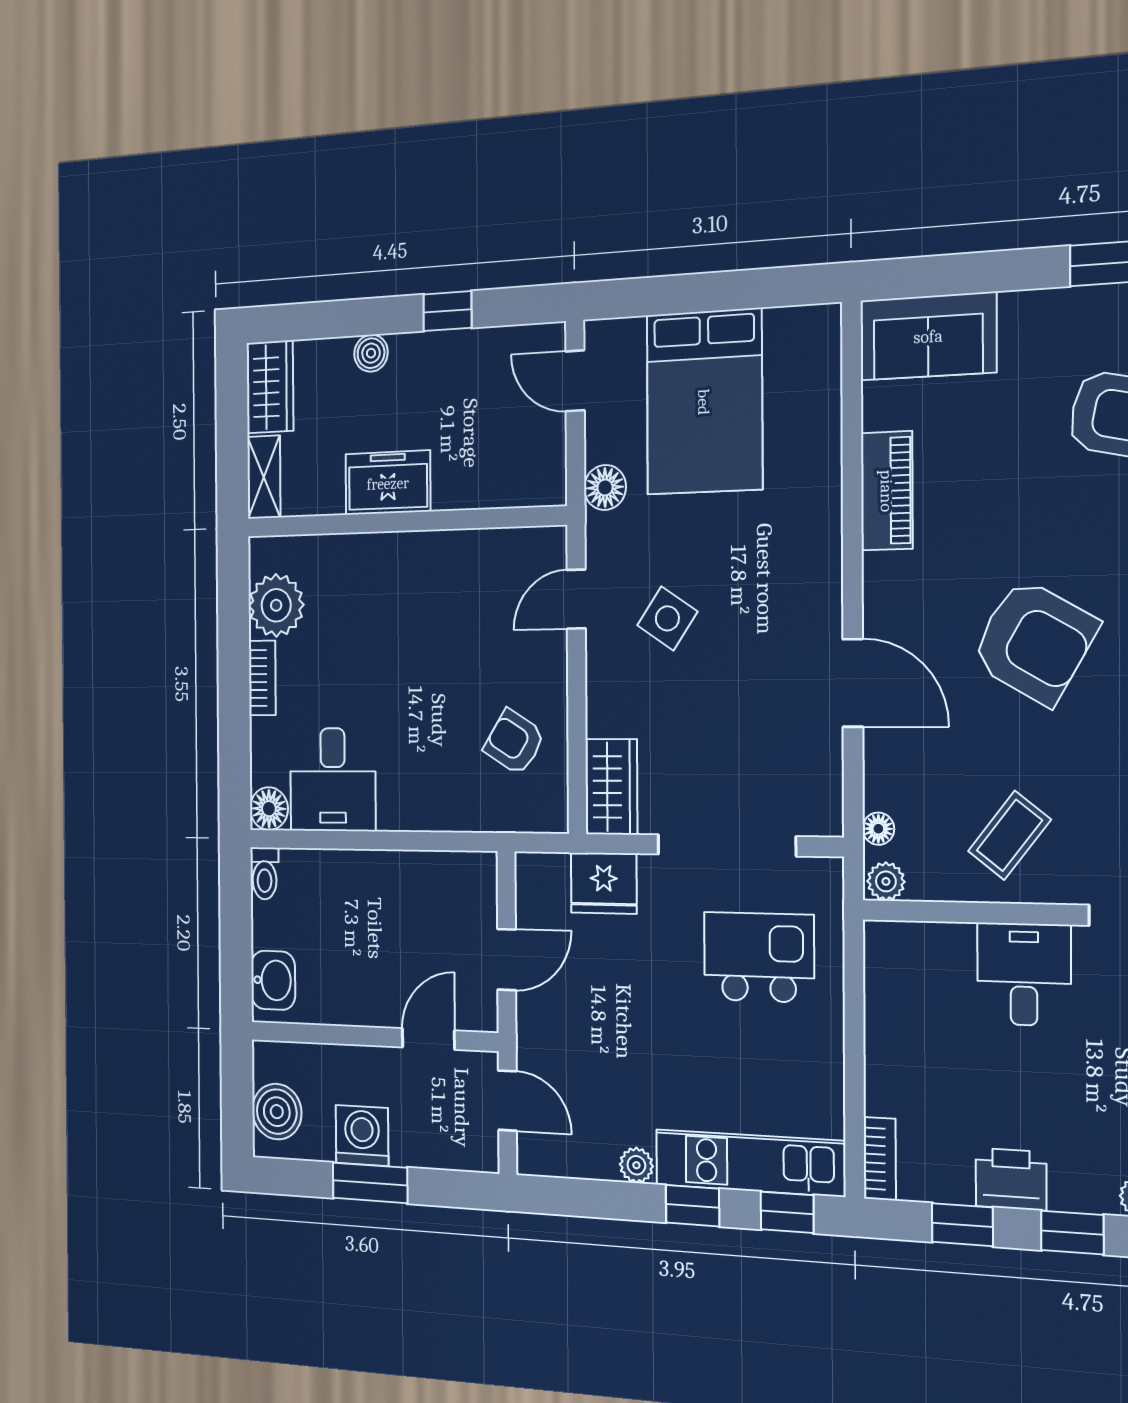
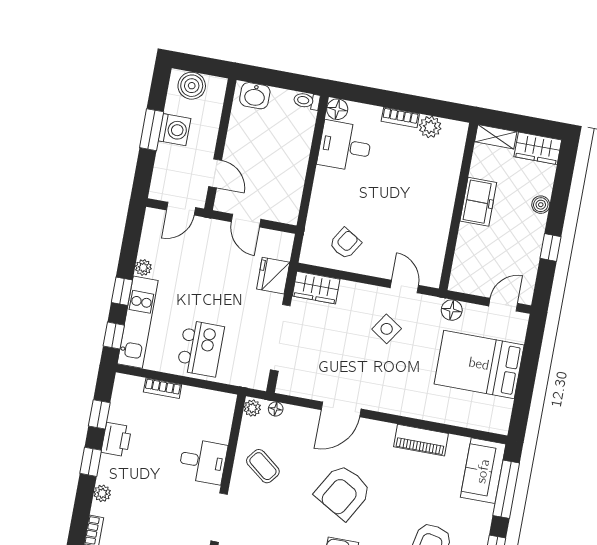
window: (960, 274) -> (506, 489), added
plant: (276, 605) -> (430, 127), width x0.73, depth x0.73
kitchen island: (759, 957) -> (201, 348), moved
bookcase: (880, 1159) -> (163, 388), moved

